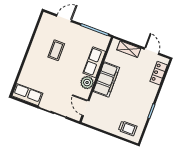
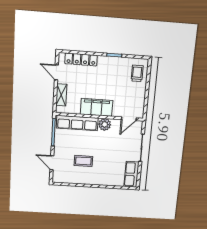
door: (152, 51) -> (56, 72), hinge flipped
row of seats: (94, 62) -> (77, 123), width x1.48
locker: (159, 73) -> (81, 59), width x1.53

